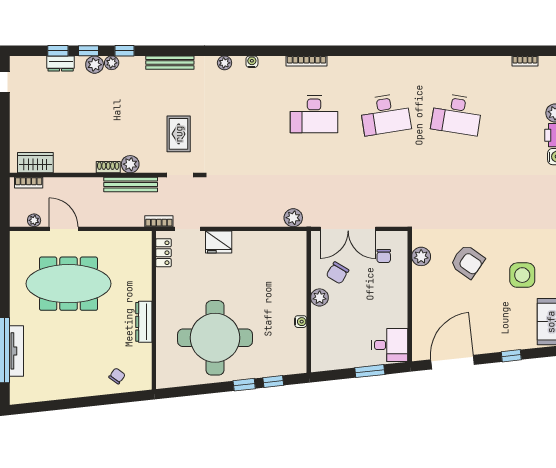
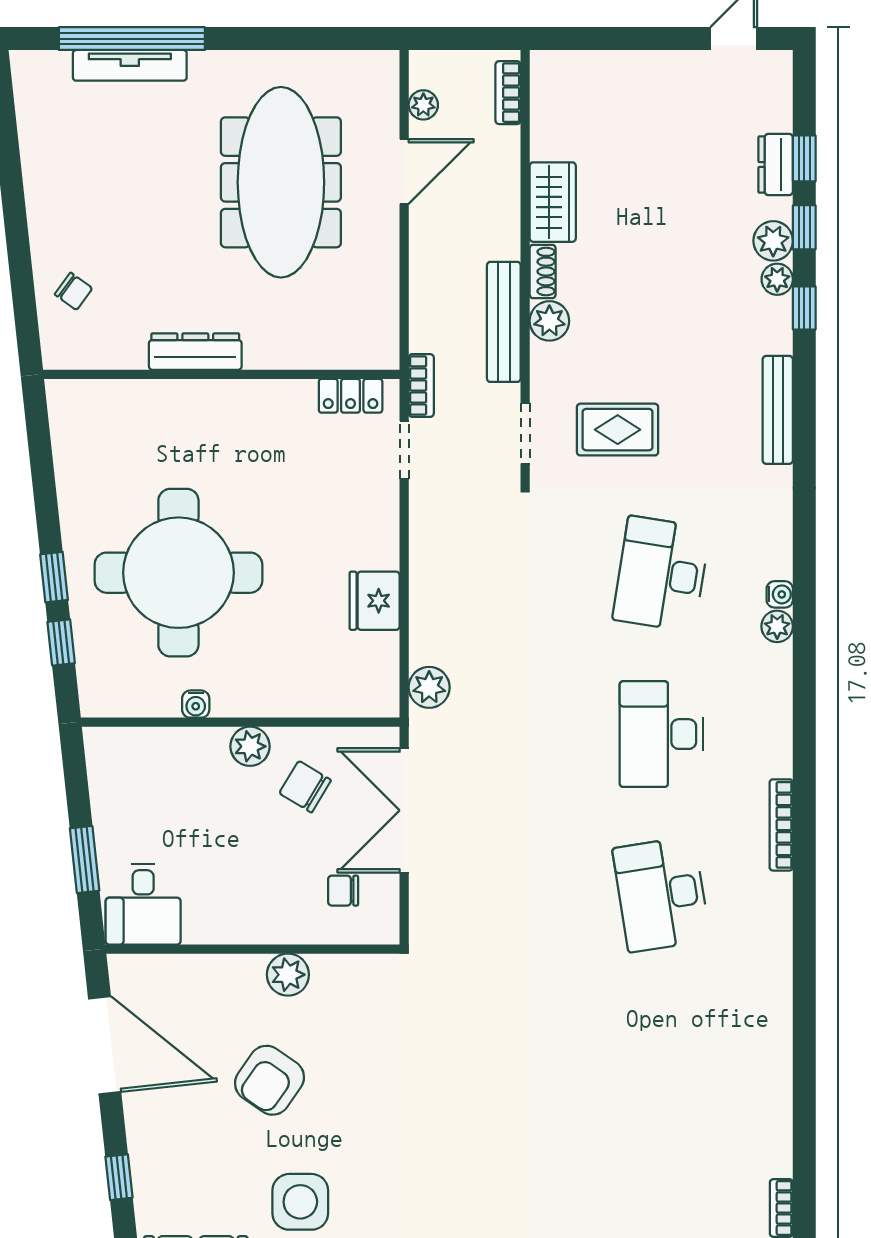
bookcase: (307, 61) -> (781, 825), moved
plant: (225, 63) -> (777, 626), moved
desk: (457, 114) -> (661, 574), moved
wardrobe: (35, 163) -> (553, 202), moved
fridge: (219, 242) -> (375, 601), moved
plant: (421, 256) -> (288, 975), moved
armchair: (468, 262) -> (269, 1080), moved
round table: (215, 338) -> (178, 573), moved

